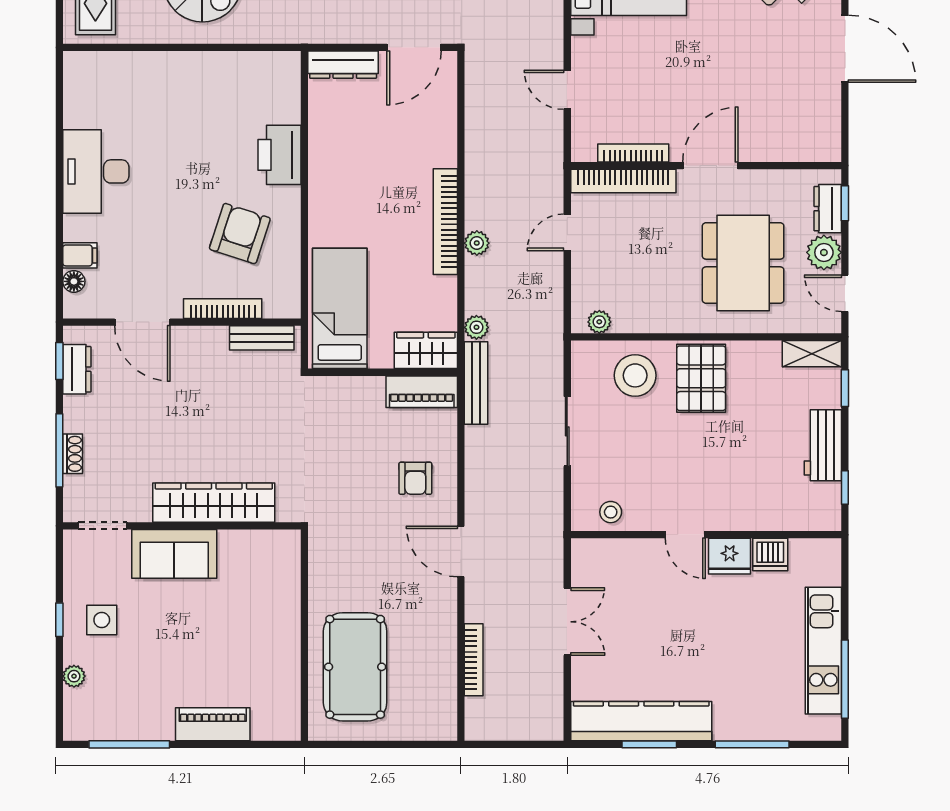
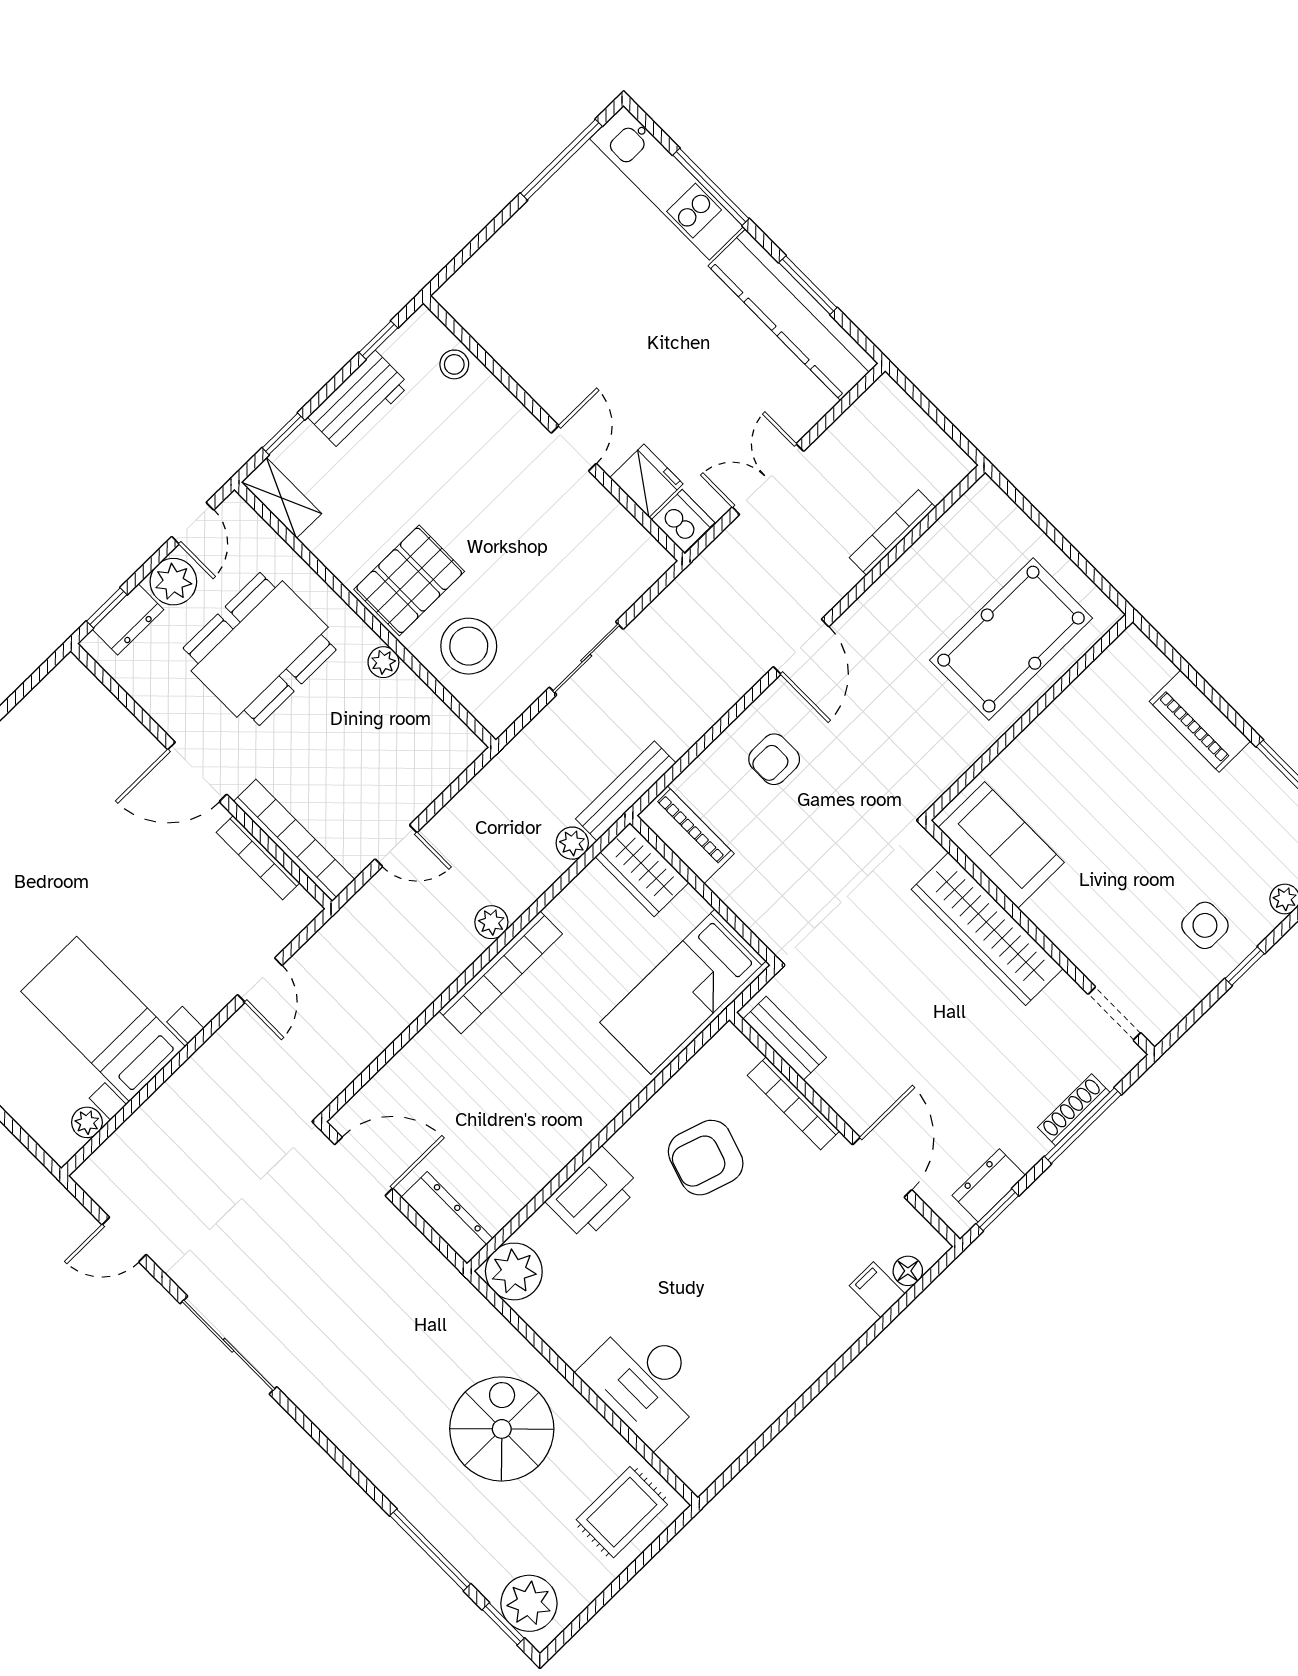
plant: (280, 72) -> (514, 1271), added
desk: (96, 171) -> (645, 1382), moved, turned 90
plant: (599, 322) -> (383, 662), moved
shoe rack: (73, 454) -> (1074, 1110), width x1.43
armchair: (415, 478) -> (774, 759), turned 180
stool: (611, 512) -> (454, 364), moved
sofa: (174, 554) -> (1001, 845), moved
dishwasher: (770, 554) -> (683, 521), moved
fridge: (730, 556) -> (646, 481), moved
kitchen unit: (823, 651) -> (667, 183), moved, turned 90

